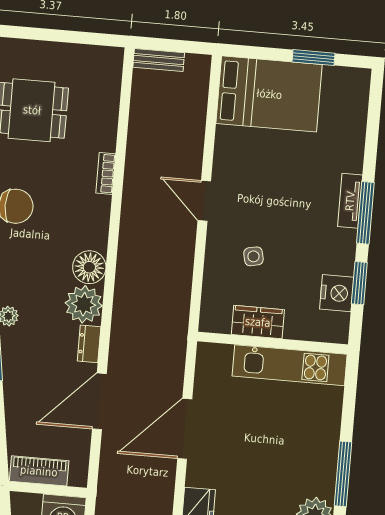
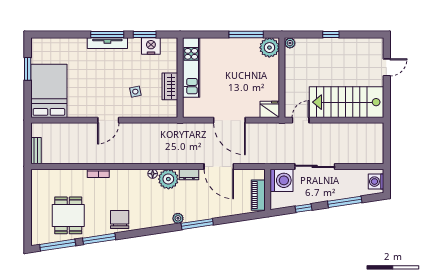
tv unit: (350, 201) -> (107, 43), width x1.41
floor lamp: (89, 267) -> (153, 174), width x0.53, depth x0.53

